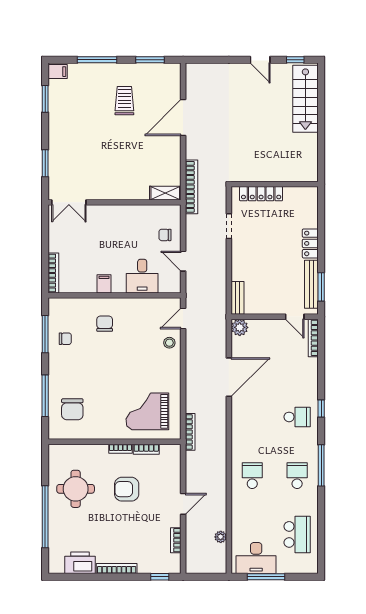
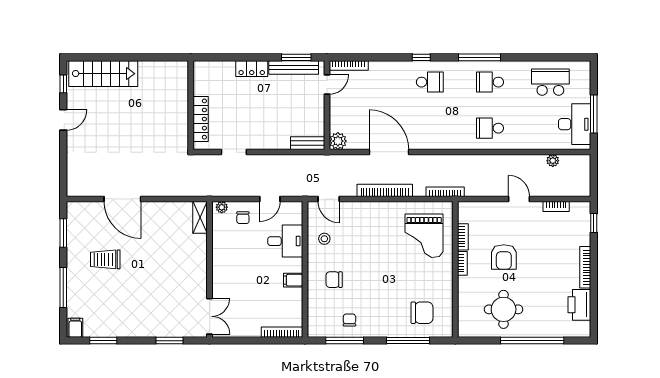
bookcase: (192, 187) -> (385, 190), moved
plant: (175, 214) -> (222, 207), added
stool: (169, 343) -> (324, 239), moved
school desk: (297, 417) -> (430, 82), turned 90

